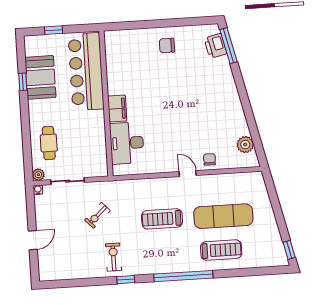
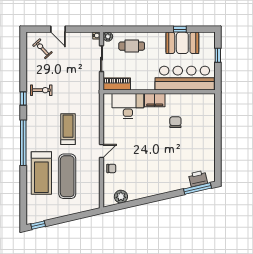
chair: (167, 46) -> (175, 122), moved
piano: (99, 159) -> (117, 84), added
exercise bike: (97, 215) -> (43, 49), moved
treadmill: (221, 250) -> (41, 173), width x1.37, depth x1.38

